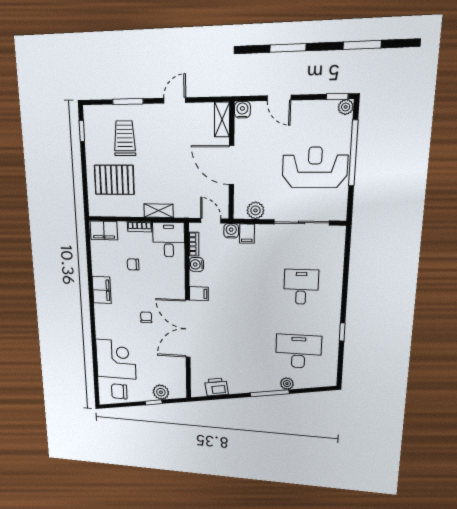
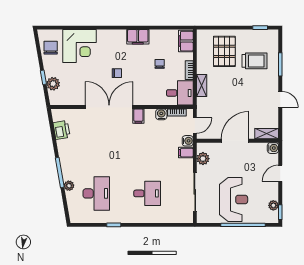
plant: (346, 107) -> (273, 205), moved

